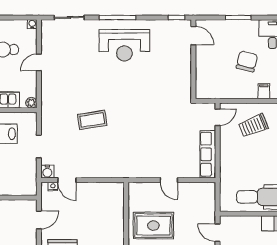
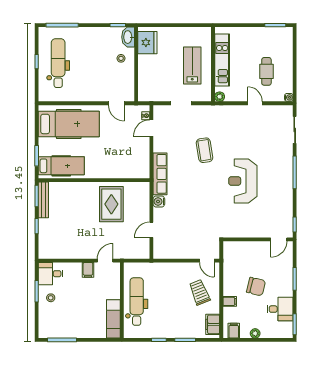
reception desk: (124, 45) -> (243, 181), moved
row of seats: (208, 154) -> (160, 174), moved, turned 90
water cooler: (47, 172) -> (159, 202), moved
door: (169, 180) -> (151, 230), moved

